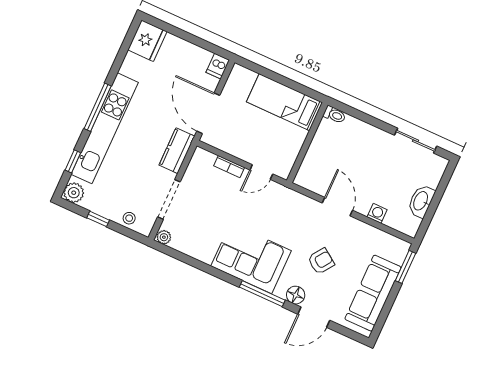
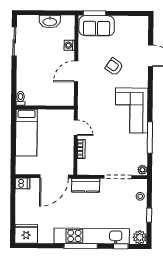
sofa: (373, 293) -> (97, 26), moved, width x0.73
window: (262, 294) -> (150, 137), moved
floor lamp: (296, 295) -> (142, 73), removed

